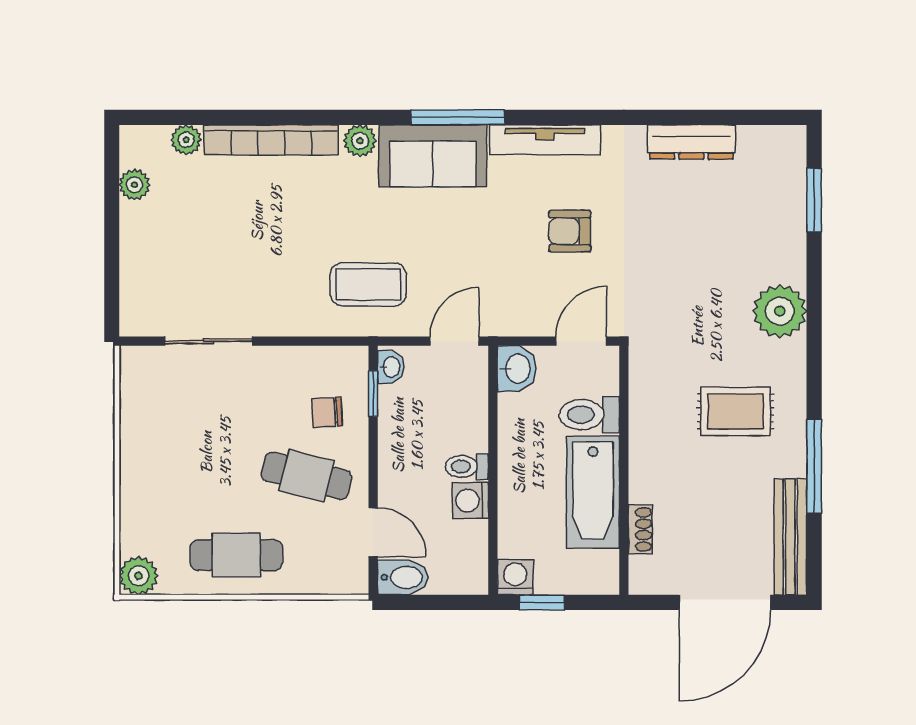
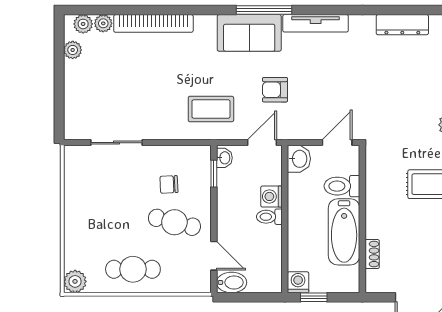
plant: (360, 141) -> (83, 24), moved
armchair: (570, 231) -> (275, 90), moved
chair: (327, 412) -> (169, 184), moved
washing machine: (470, 501) -> (271, 196), moved

